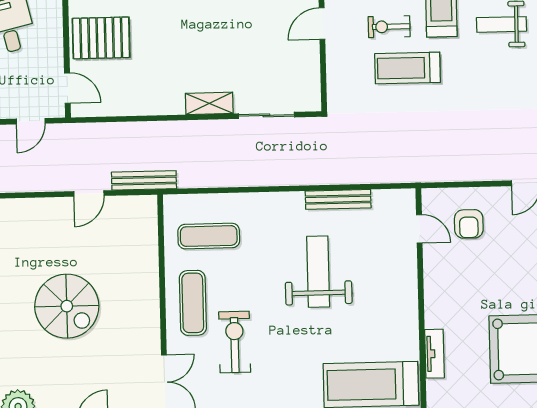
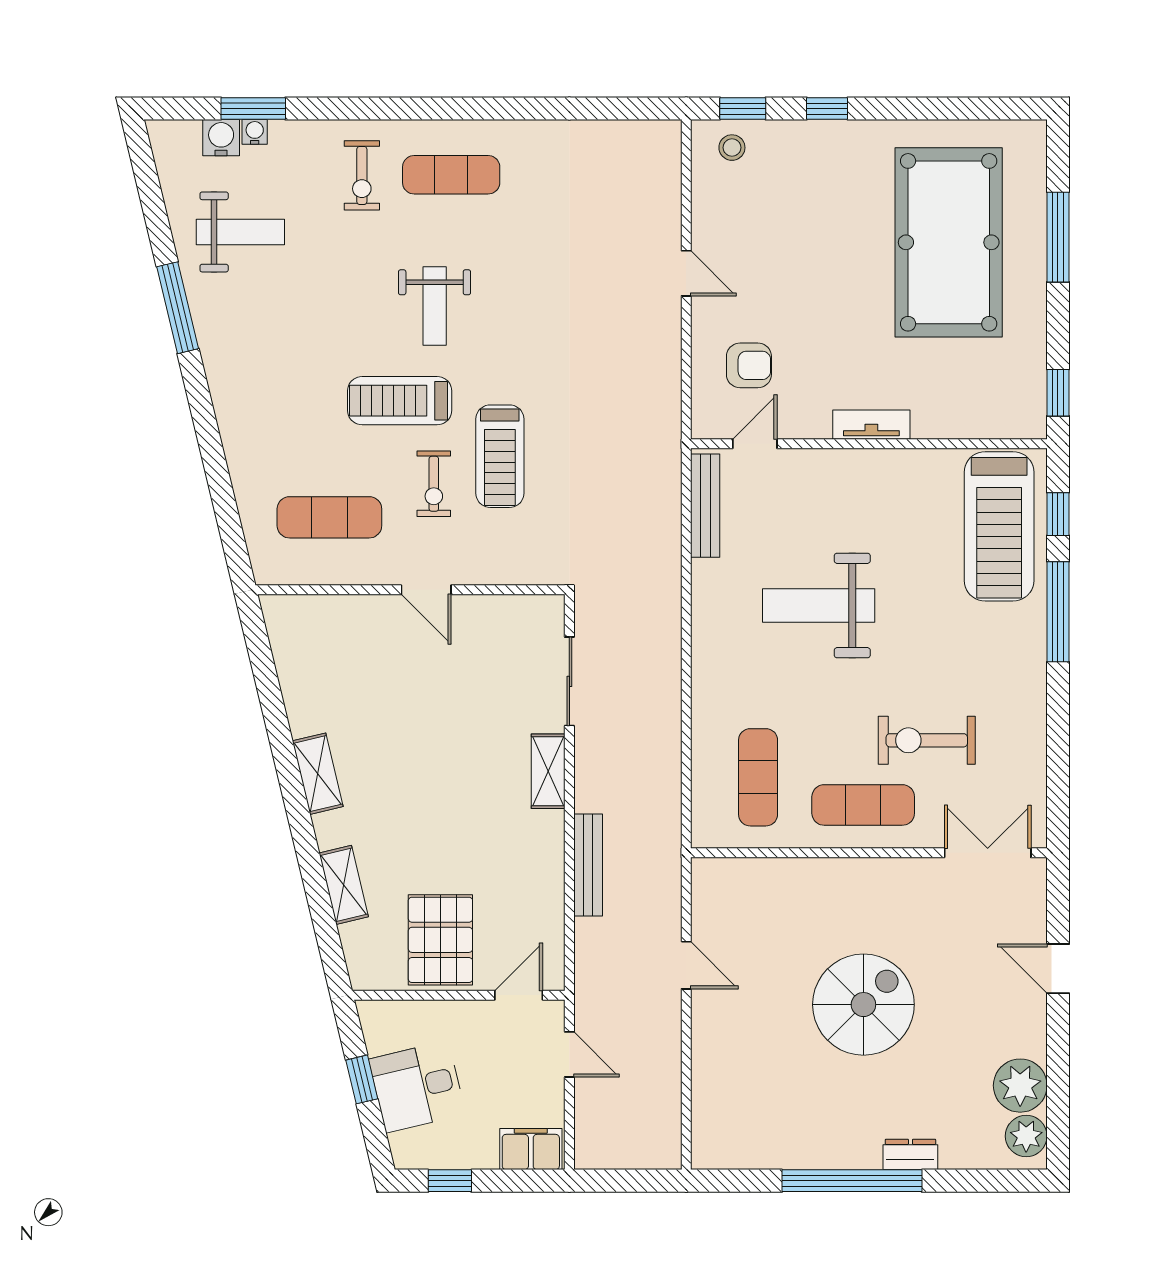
bench: (144, 180) -> (588, 865), moved
bench: (338, 199) -> (705, 506), moved
tv unit: (434, 354) -> (871, 425), moved

